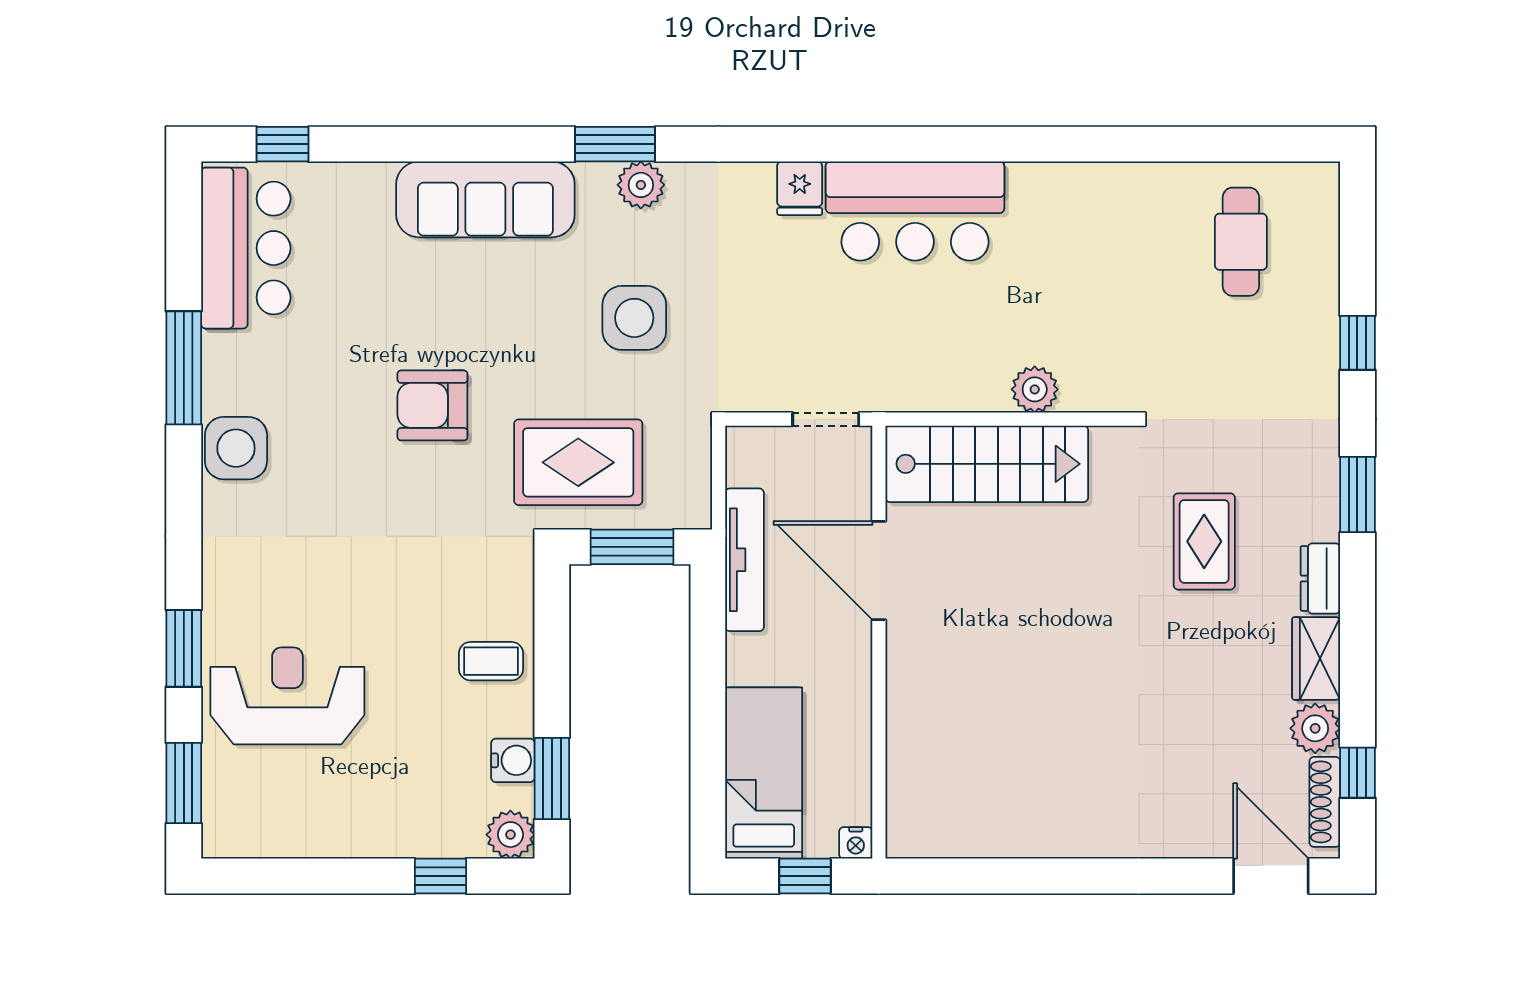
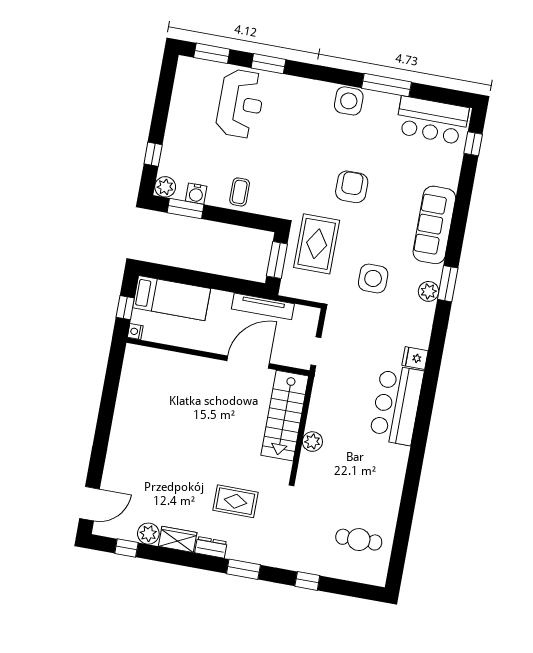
shoe rack: (1325, 802) -> (117, 532), removed

